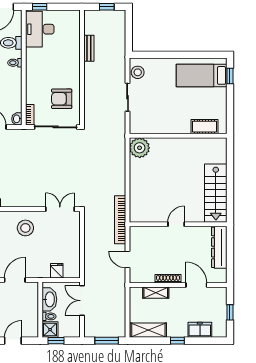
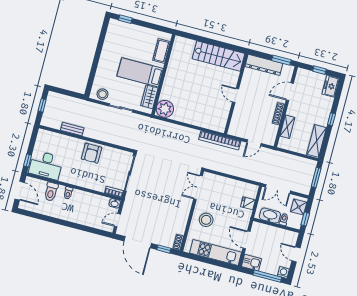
bed: (202, 75) -> (140, 72), moved, turned 90
armchair: (62, 99) -> (92, 153), moved
wardrobe: (149, 126) -> (149, 97), added
window: (230, 266) -> (281, 60), added
shower: (50, 330) -> (299, 207), moved
freezer: (200, 330) -> (331, 86), moved

